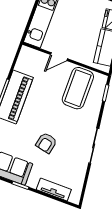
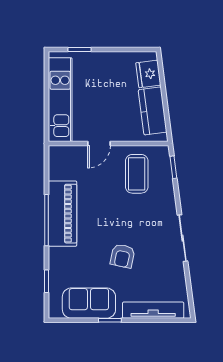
coffee table: (78, 88) -> (137, 174), width x0.73, depth x0.76
tv unit: (54, 189) -> (153, 310), width x1.41

